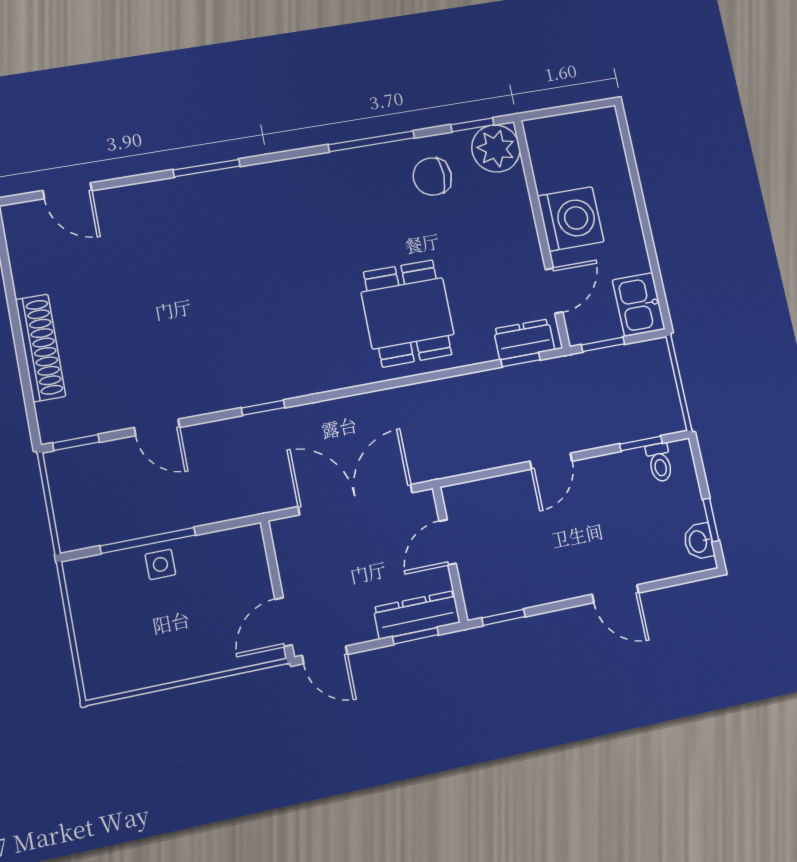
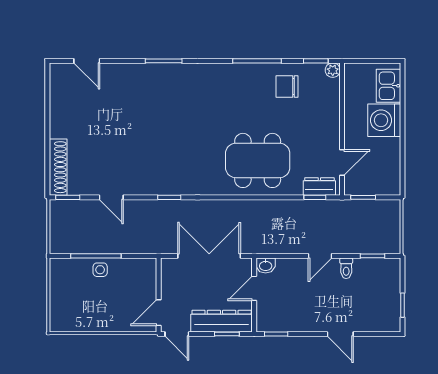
plant: (496, 148) -> (333, 70), width x0.53, depth x0.53
washing machine: (571, 219) -> (384, 120), moved, turned 180
kitchen sink: (639, 305) -> (389, 86), moved
dining table: (408, 313) -> (258, 160), width x1.37
shoe rack: (40, 348) -> (58, 167), moved
toilet: (660, 463) -> (346, 268), moved
washbasin: (699, 541) -> (266, 266), moved, turned -90
dresser: (417, 615) -> (222, 321), width x1.37, depth x1.24

